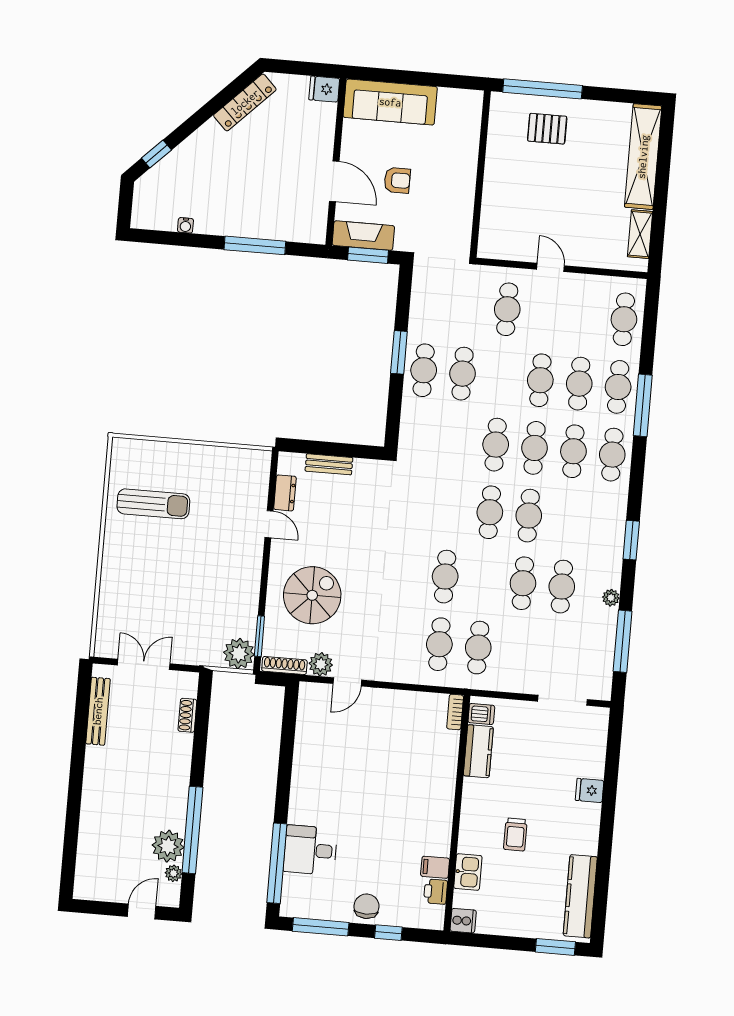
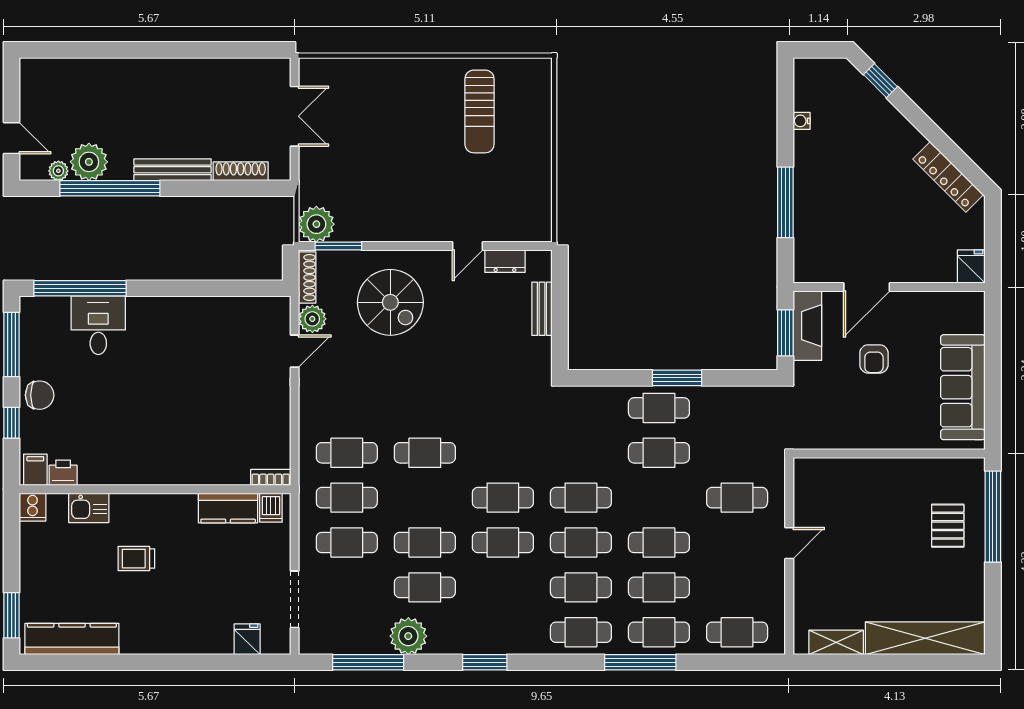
sofa: (390, 102) -> (963, 387), moved
plant: (611, 598) -> (408, 636), width x1.88, depth x1.88
cafe table: (517, 651) -> (347, 543), added
door: (347, 682) -> (295, 351), swing flipped
bench: (98, 711) -> (173, 170), moved
shoe rack: (187, 715) -> (241, 171), width x1.43
fridge: (590, 790) -> (247, 639), moved
filing cabinet: (435, 867) -> (35, 470), moved

